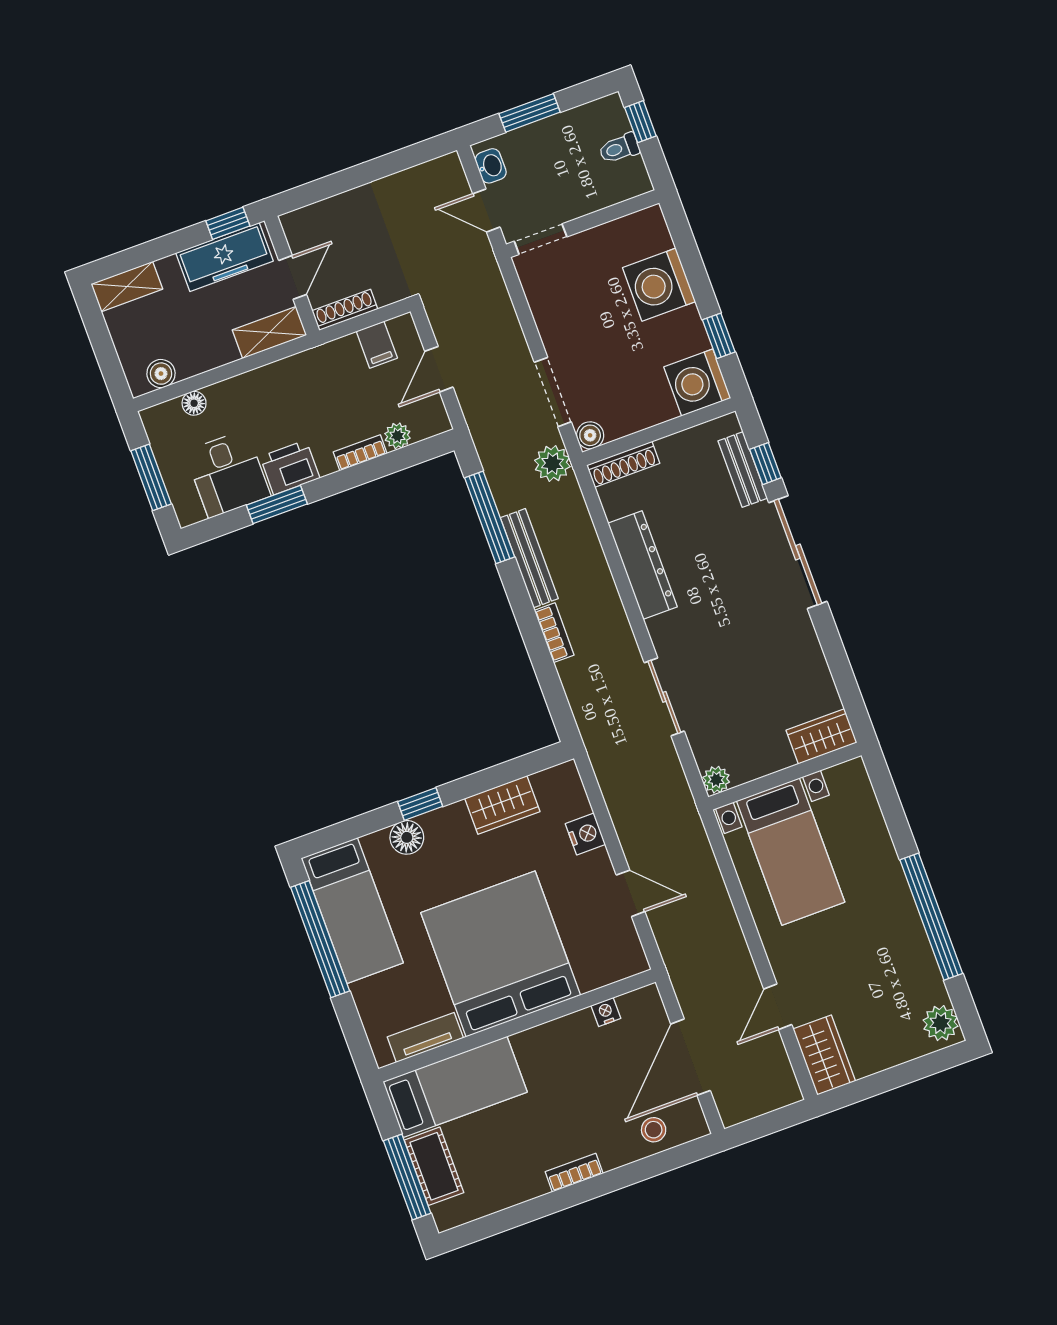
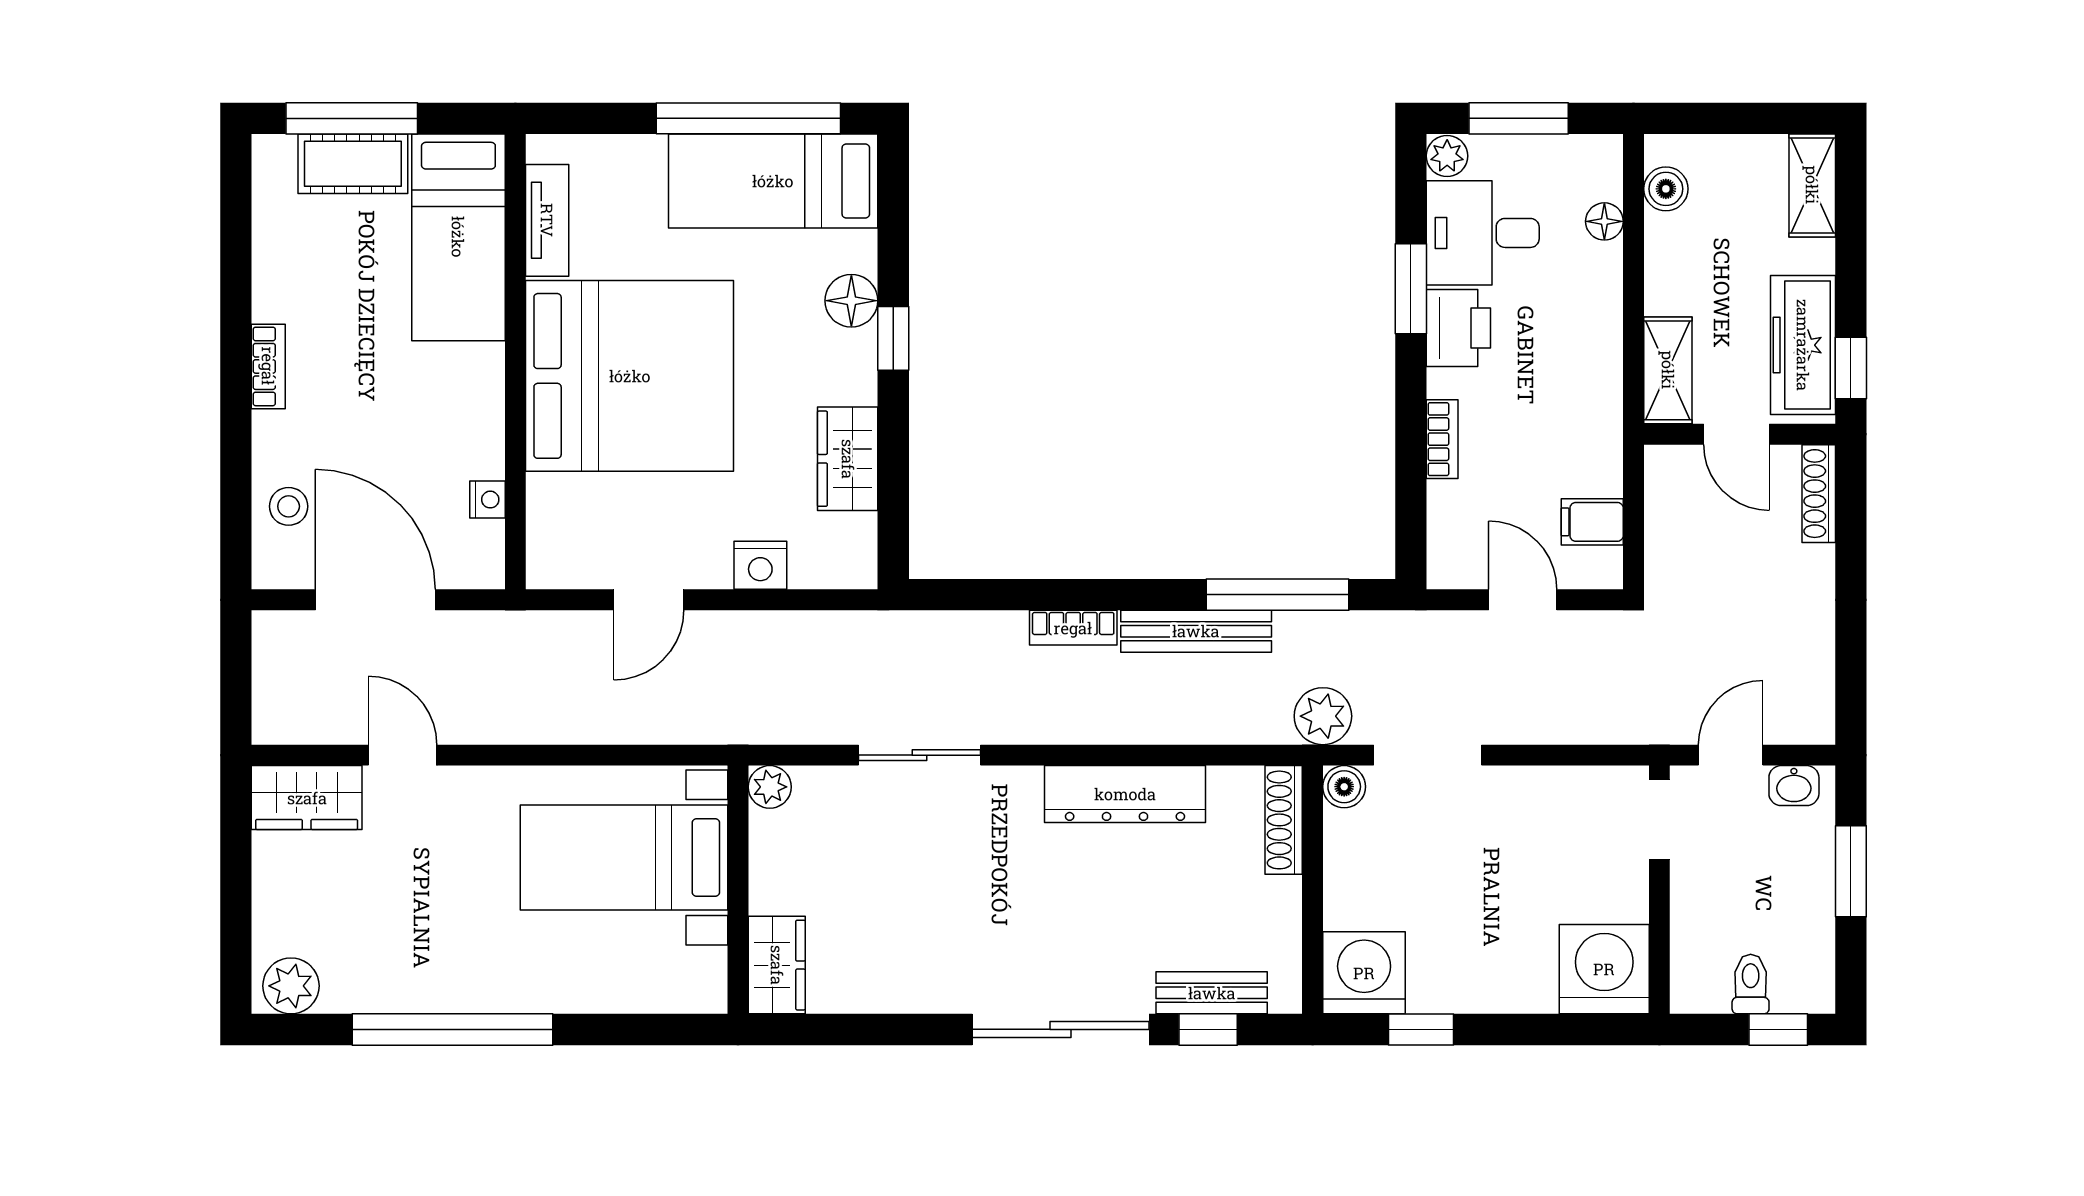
washing machine: (659, 285) -> (1604, 969), moved
shoe rack: (345, 310) -> (1819, 494), moved, turned 180
plant: (398, 436) -> (1447, 156), moved

